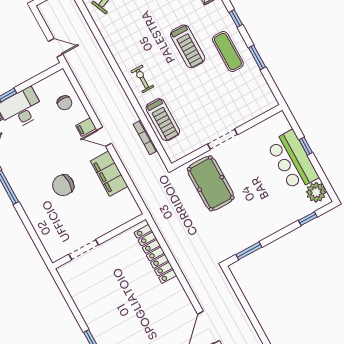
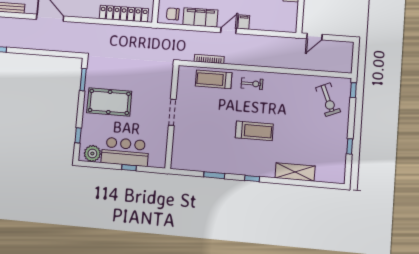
treadmill: (188, 46) -> (254, 131), turned 180
exercise mat: (228, 52) -> (232, 157), removed
chair: (64, 103) -> (173, 14), moved
pool table: (211, 183) -> (109, 102), moved

